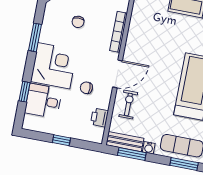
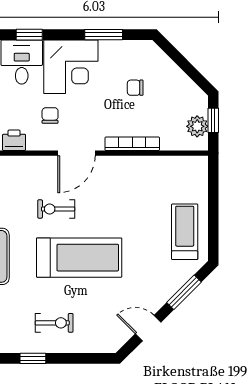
door: (118, 74) -> (76, 153), hinge flipped
exercise bike: (128, 104) -> (56, 209), moved, turned 180

